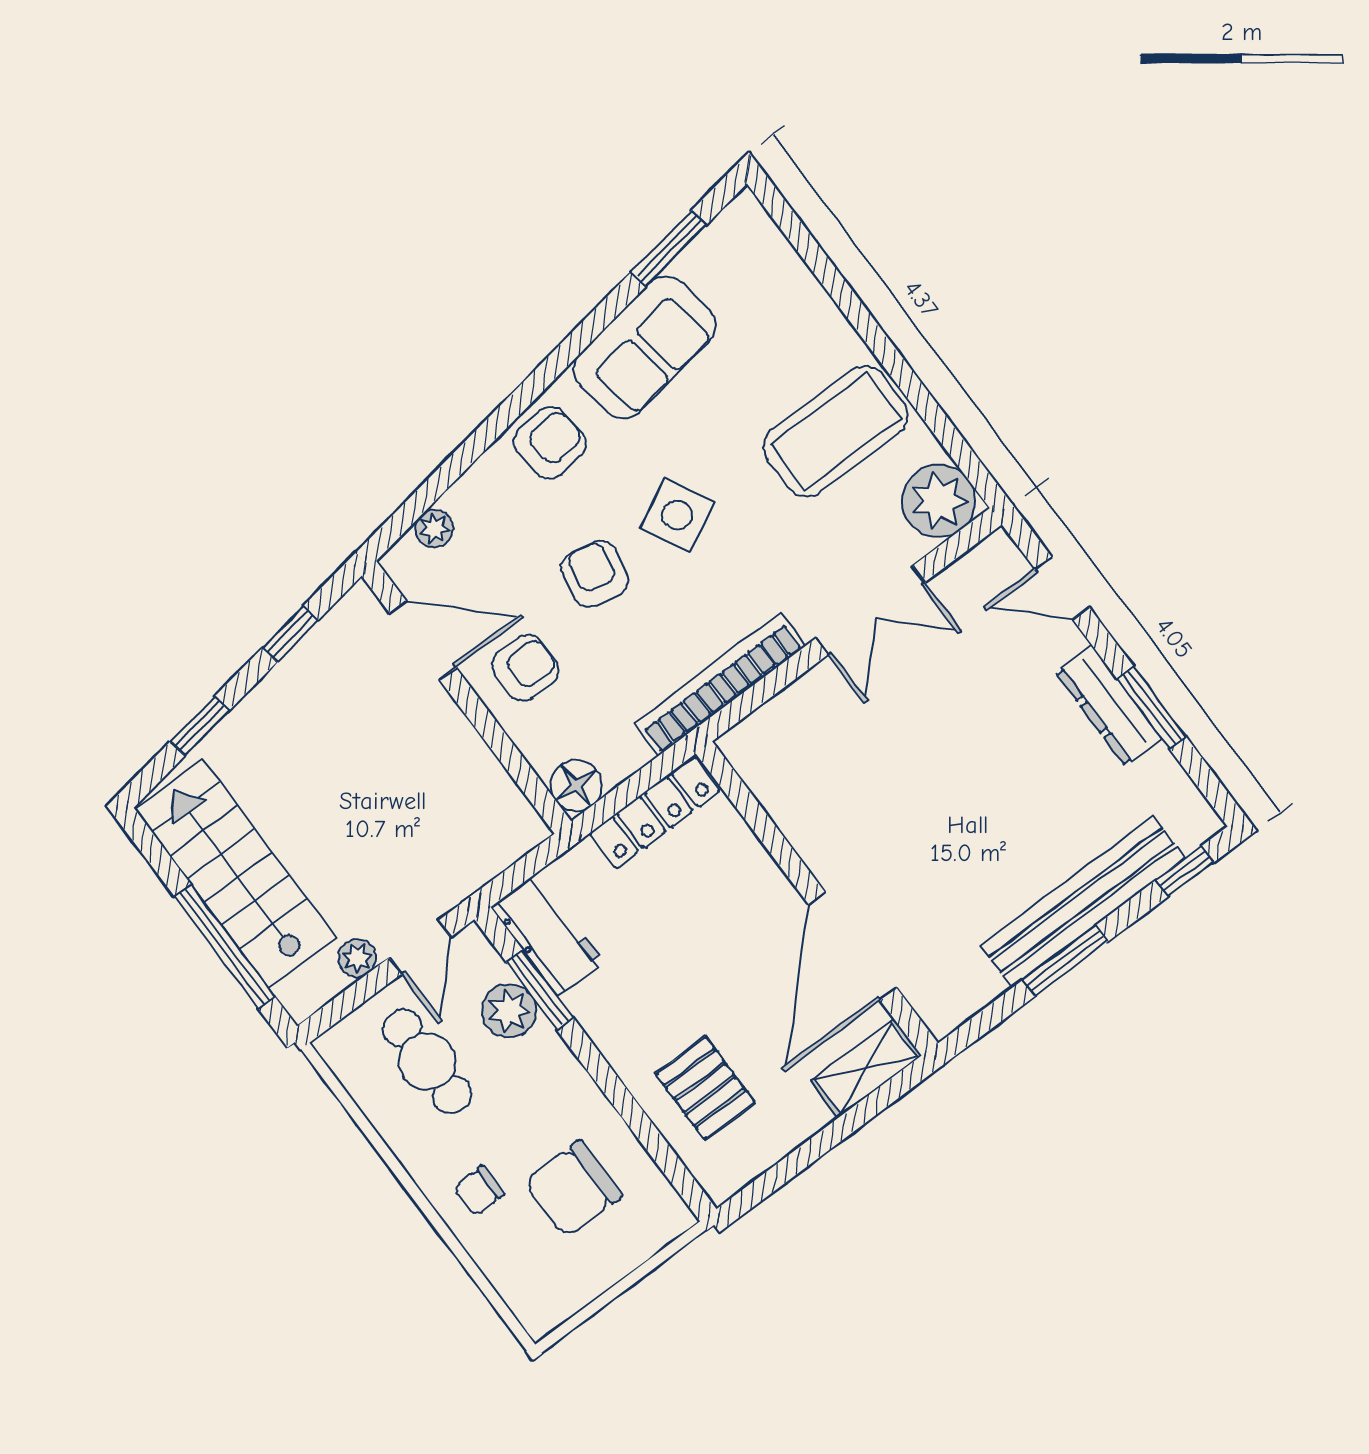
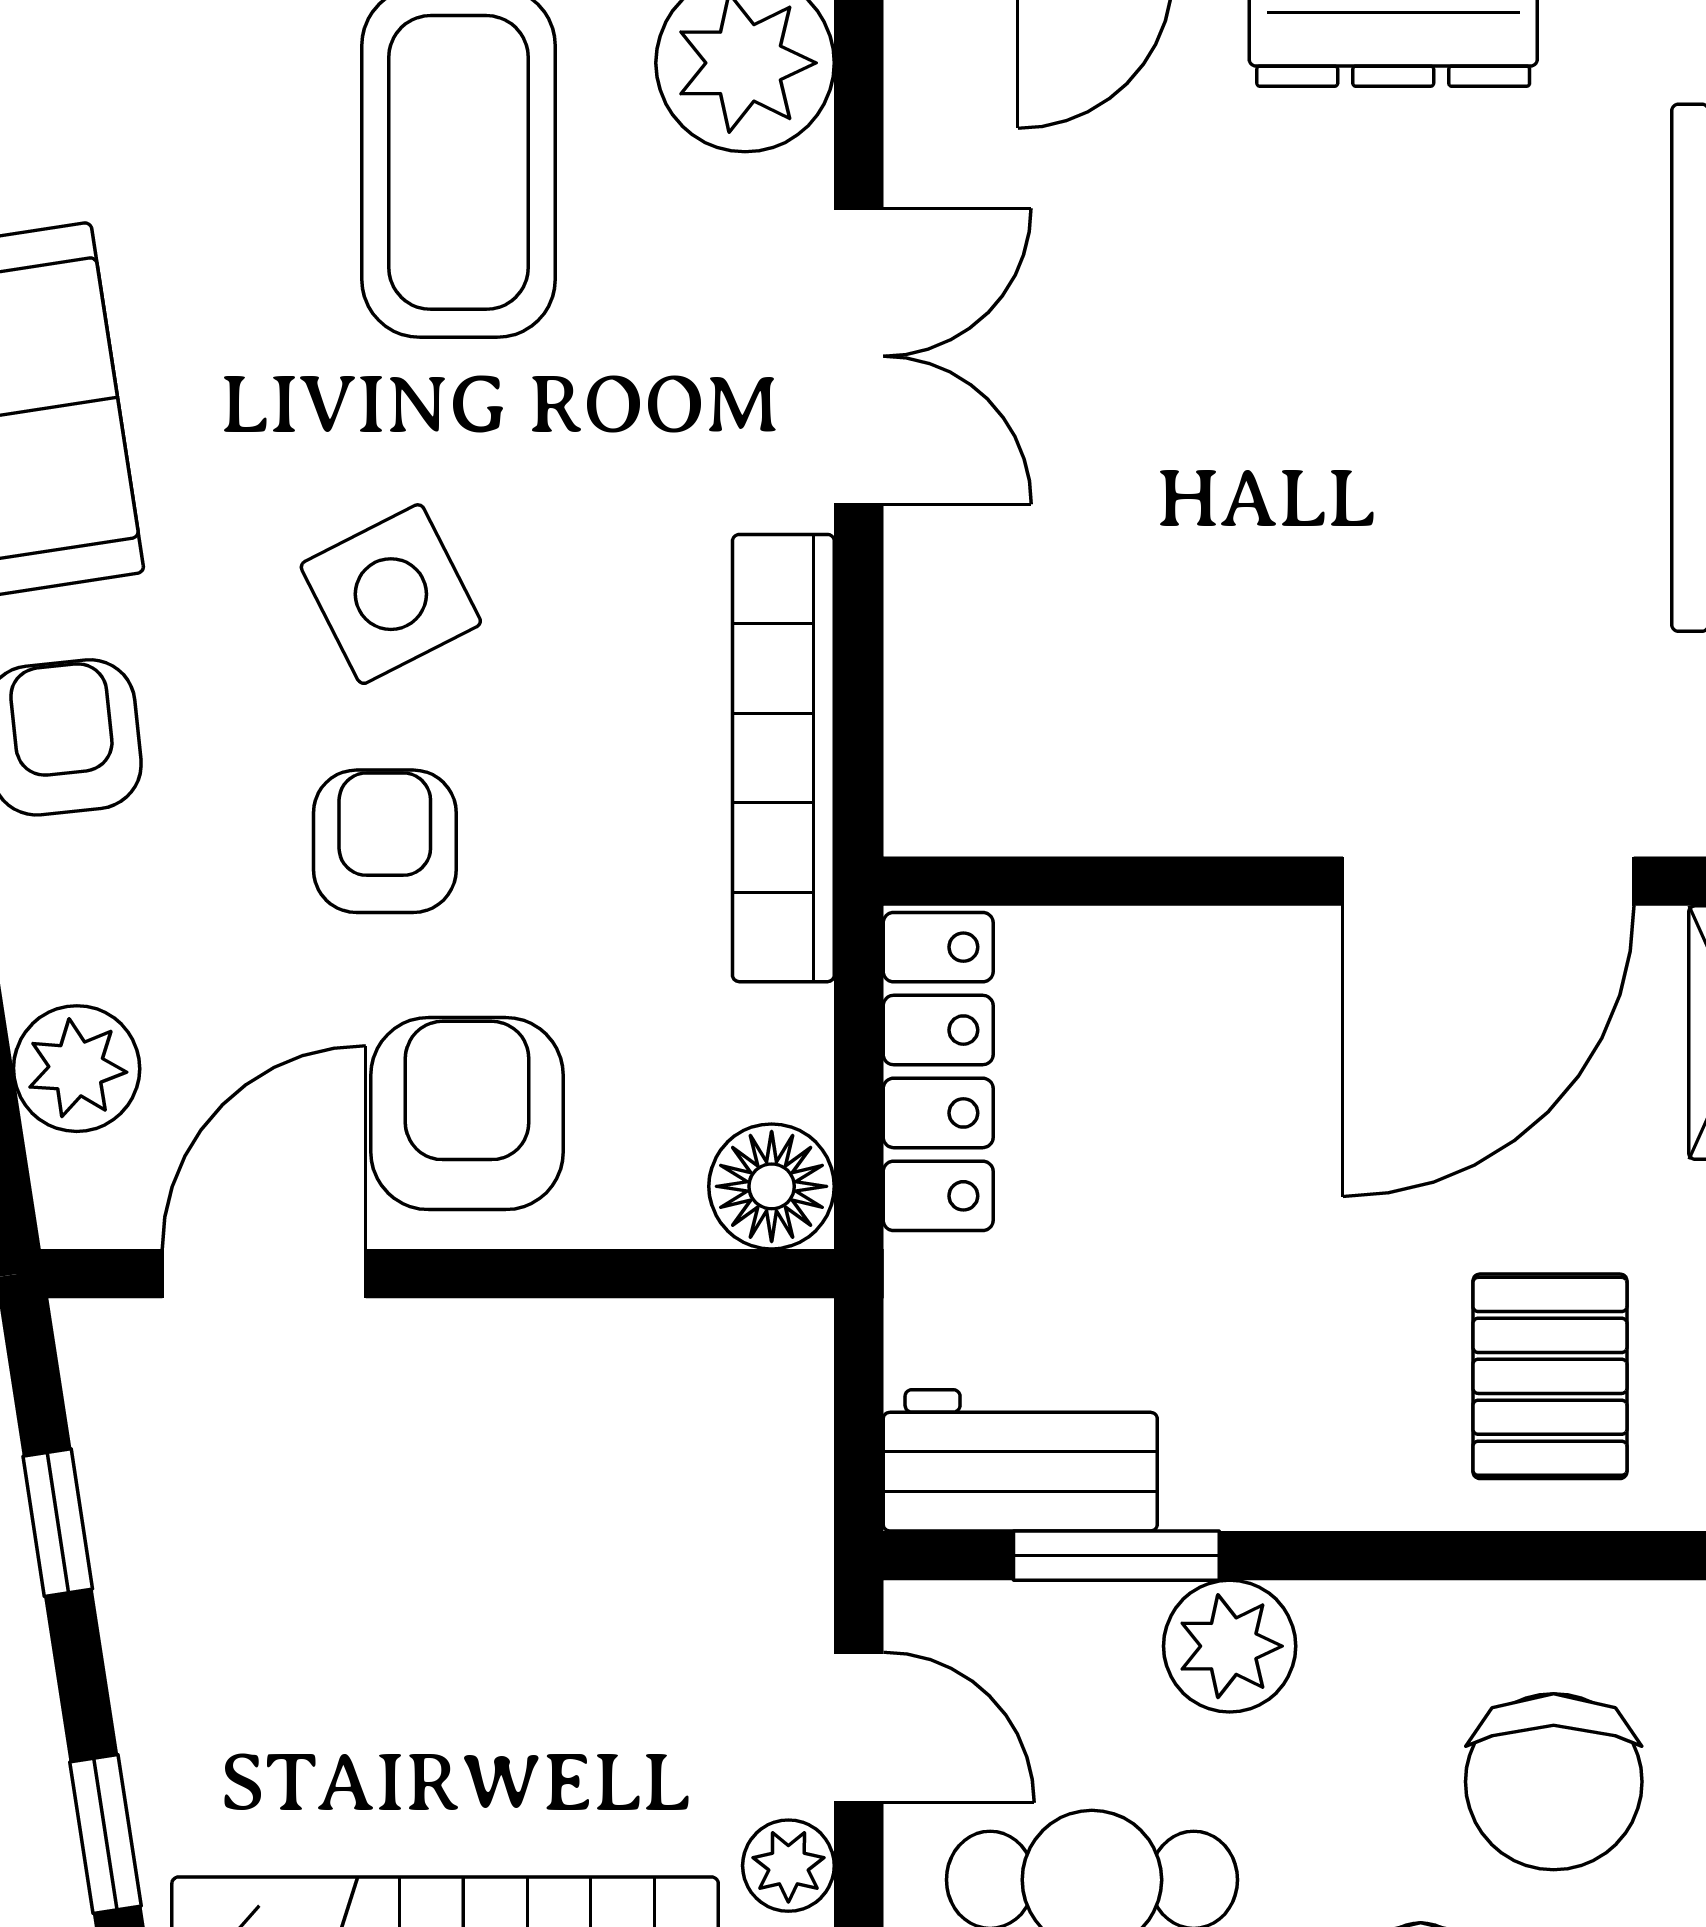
plant: (434, 529) -> (77, 1069), width x1.38, depth x1.38
armchair: (594, 574) -> (385, 841), turned 79
armchair: (525, 668) -> (467, 1114), width x1.38, depth x1.38
door: (853, 946) -> (1488, 881), hinge flipped
plant: (509, 1011) -> (1230, 1646), moved
pallet: (705, 1088) -> (1550, 1376), turned 90

